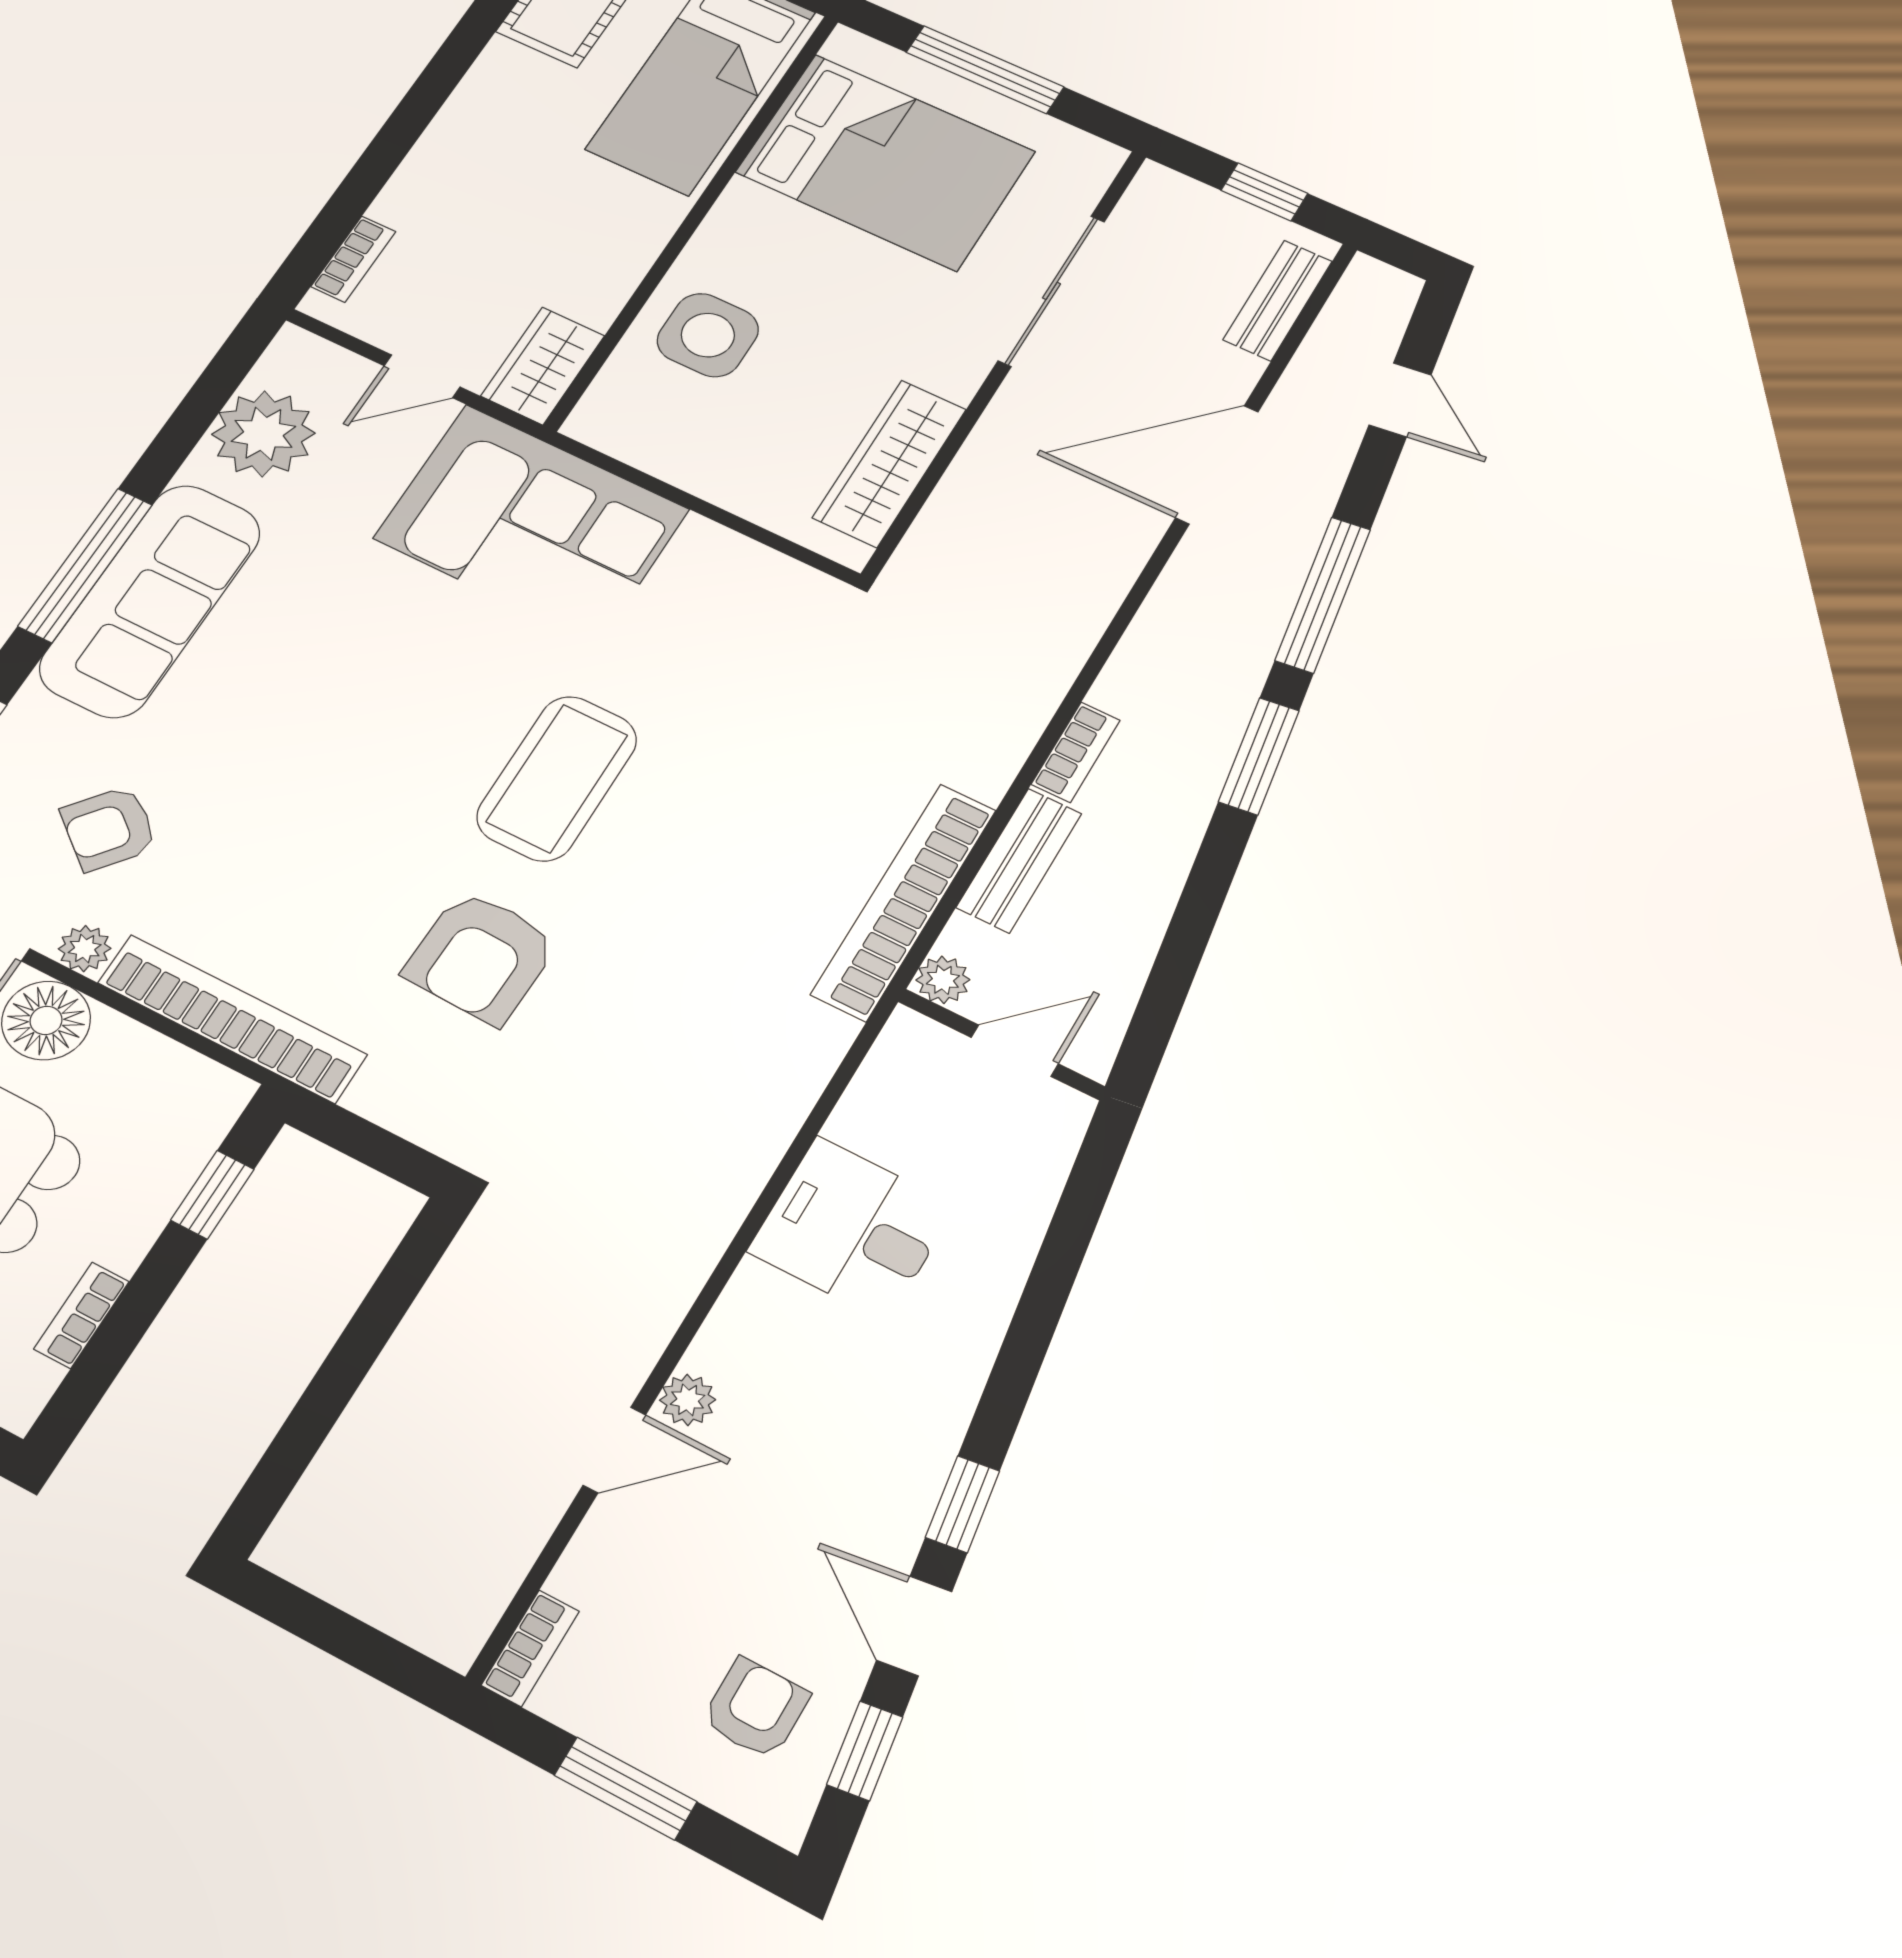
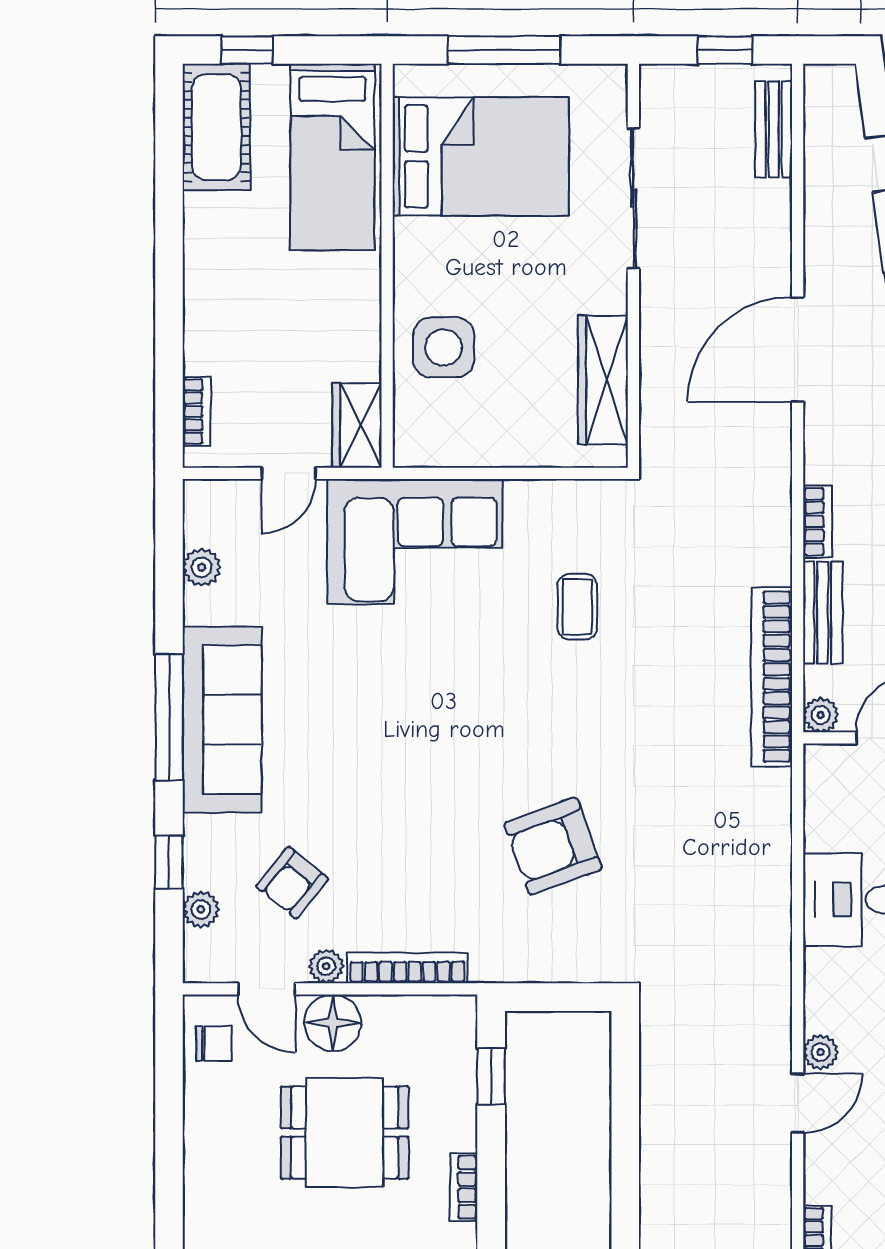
plant: (263, 434) -> (202, 567), width x0.53, depth x0.53
door: (1217, 465) -> (798, 349), moved
coffee table: (557, 778) -> (577, 607), moved, width x0.54, depth x0.58
armchair: (481, 957) -> (553, 846), turned 68
bookcase: (232, 1019) -> (407, 968), width x0.68, depth x0.76

